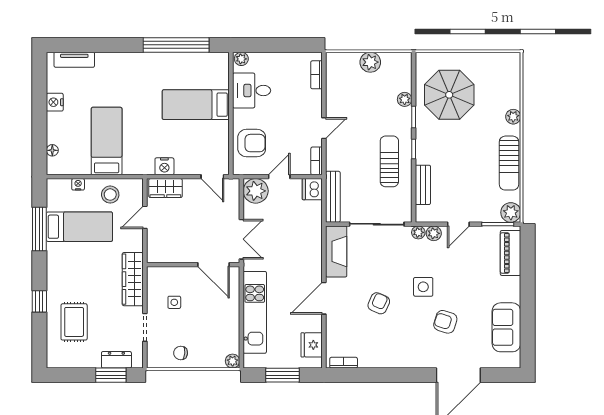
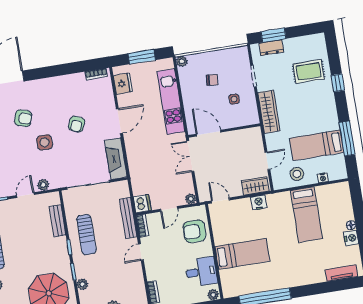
floor lamp: (52, 150) -> (351, 225), moved
plant: (256, 191) -> (191, 199), width x0.53, depth x0.53
bench: (333, 197) -> (128, 218), moved
plant: (418, 232) -> (55, 184), removed
rug: (74, 322) -> (309, 71), turned 90
chair: (181, 353) -> (212, 80), moved

